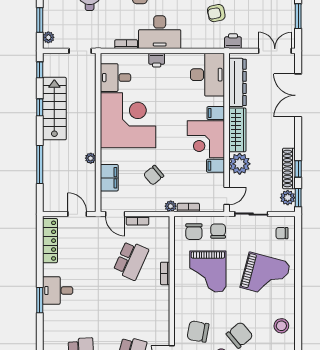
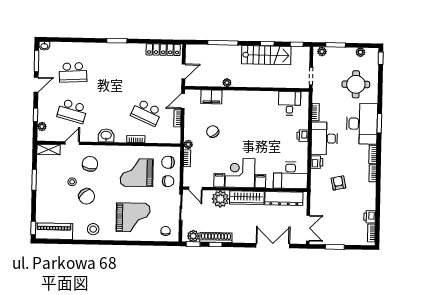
printer: (233, 41) -> (317, 162), moved
corner desk: (128, 120) -> (256, 112), removed
grand piano: (265, 275) -> (133, 217), turned -105
desk: (58, 291) -> (124, 55), removed
washbasin: (161, 312) -> (106, 136), added

